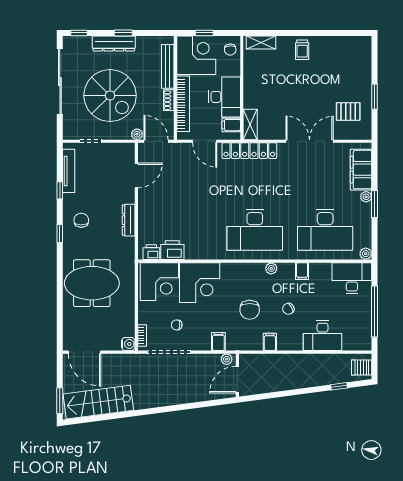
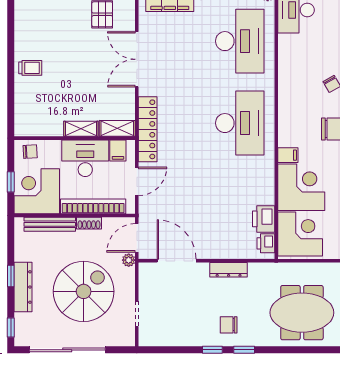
shelving: (261, 42) -> (81, 129), moved, turned 90
tv unit: (69, 171) -> (171, 340), removed
door: (136, 175) -> (177, 261), width x1.36
window: (60, 190) -> (212, 350), moved
plant: (271, 268) -> (285, 104), removed
filing cabinet: (302, 271) -> (288, 155), moved
meeting table: (92, 283) -> (302, 313), turned 90

